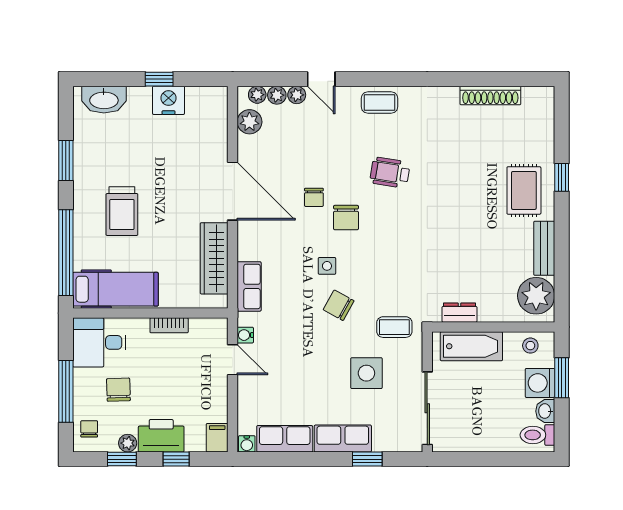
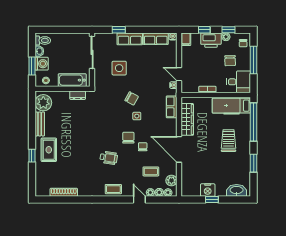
coffee table: (394, 327) -> (151, 171), moved

